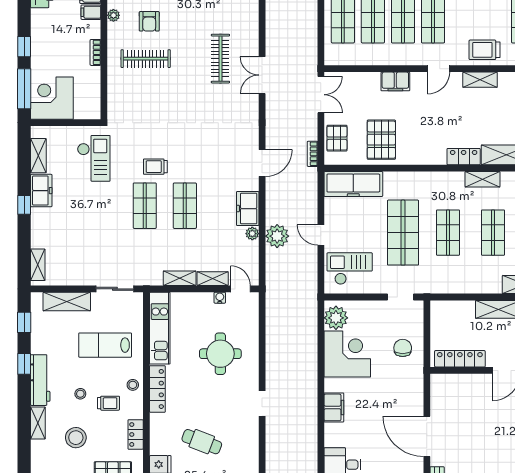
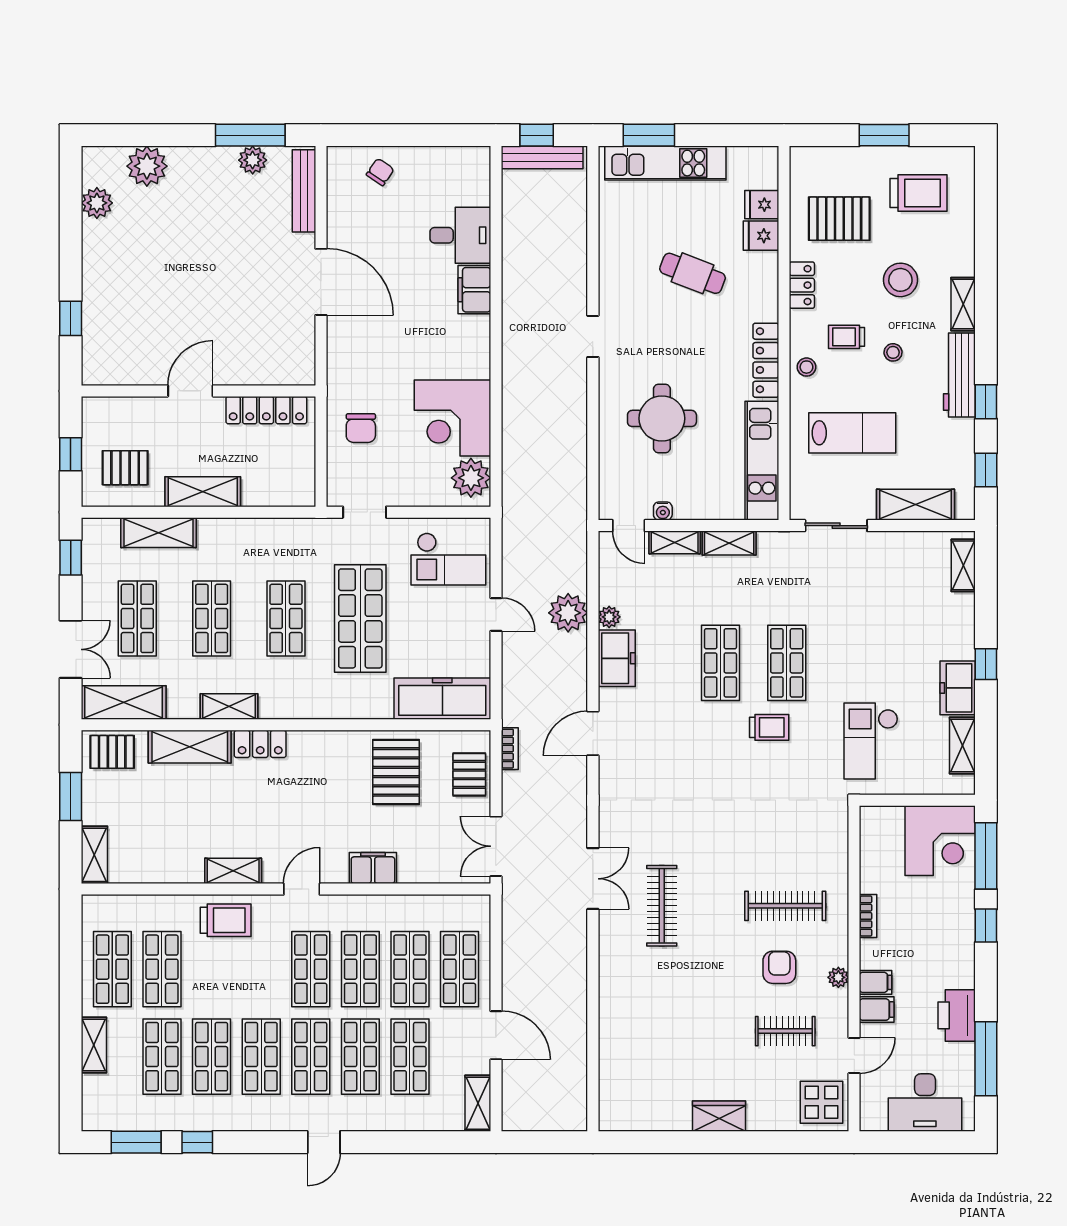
filing cabinet: (334, 407) -> (474, 290), moved

